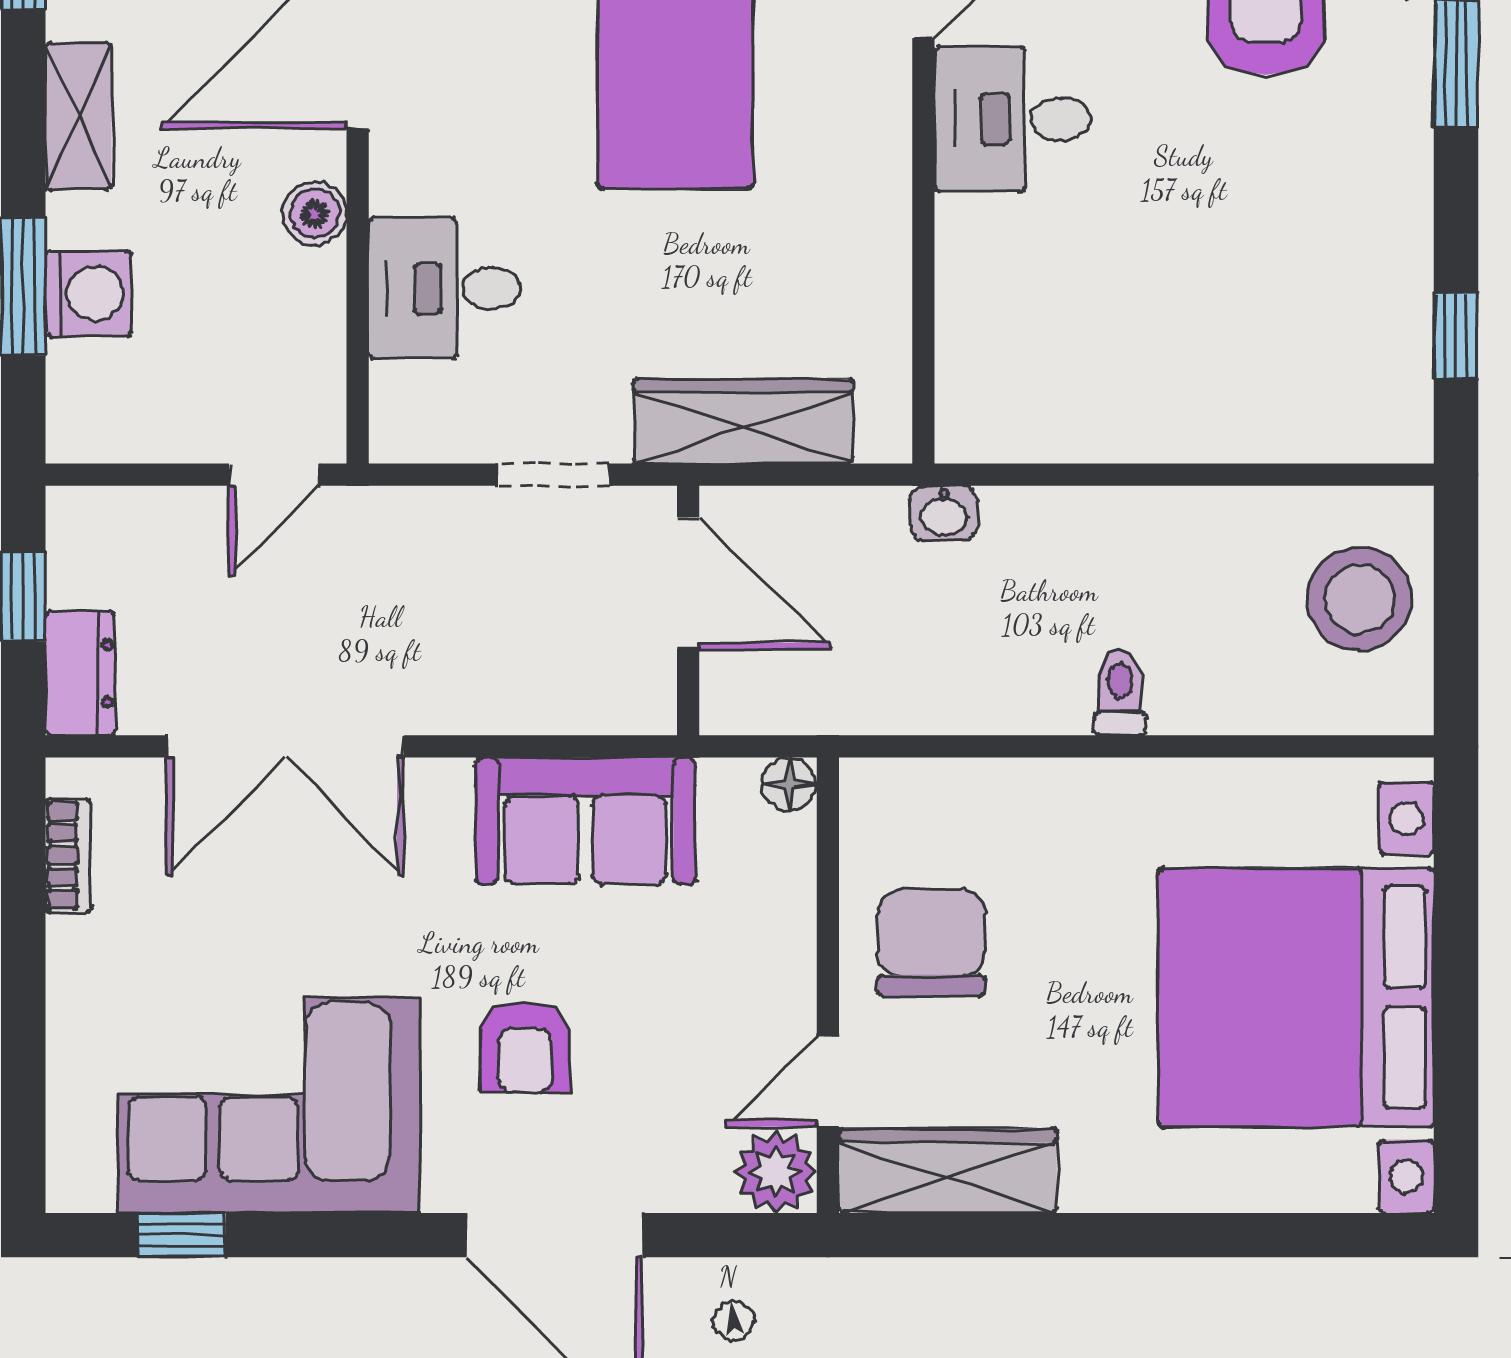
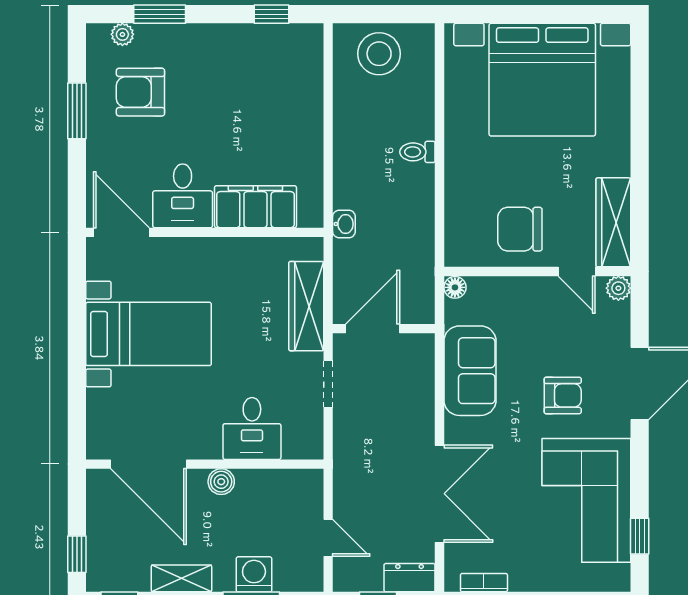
filing cabinet: (986, 297) -> (255, 207), added
door: (274, 475) -> (328, 538), moved
plant: (776, 1172) -> (618, 288), width x0.73, depth x0.73

